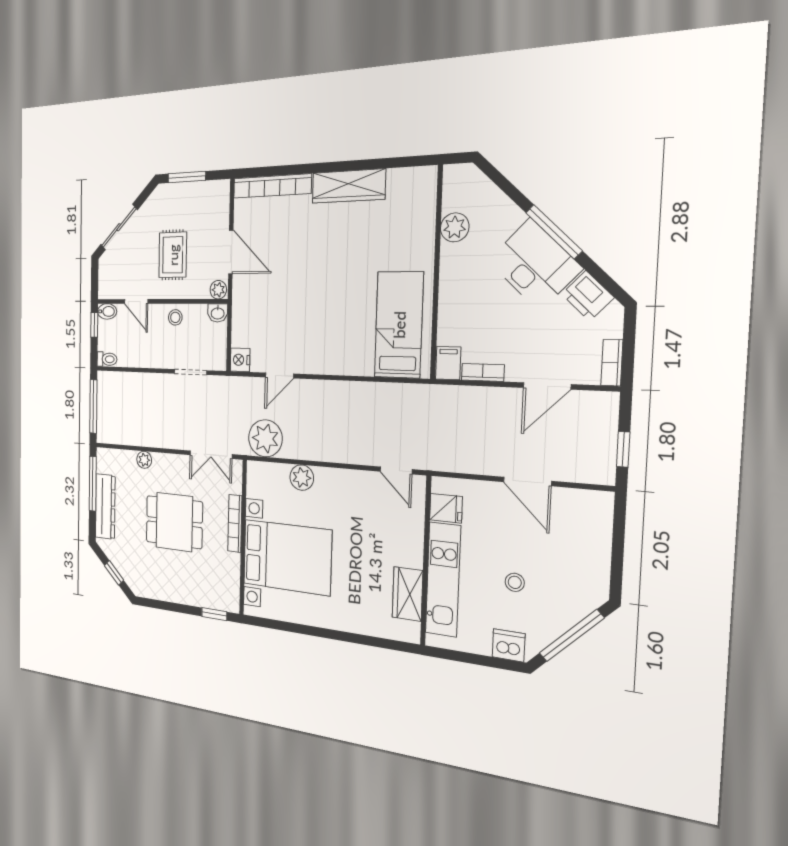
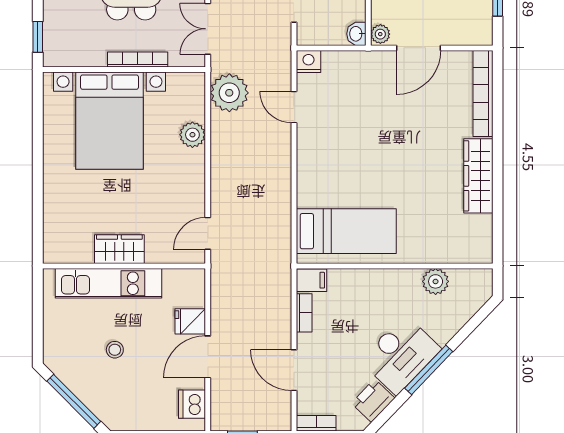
fridge: (446, 508) -> (190, 321), moved, turned 90
wardrobe: (407, 594) -> (119, 249), moved
dishwasher: (509, 645) -> (192, 404), moved, turned 180

